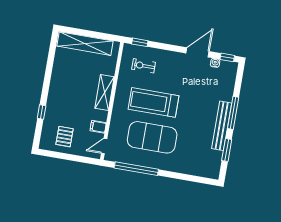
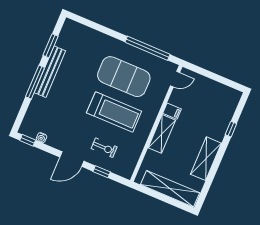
window: (140, 42) -> (102, 172), moved
door: (198, 52) -> (72, 159), moved
exercise bike: (144, 66) -> (104, 148), moved
shelving: (58, 79) -> (206, 159), added
filing cabinet: (98, 127) -> (172, 111), moved
pallet: (65, 137) -> (213, 98), removed

